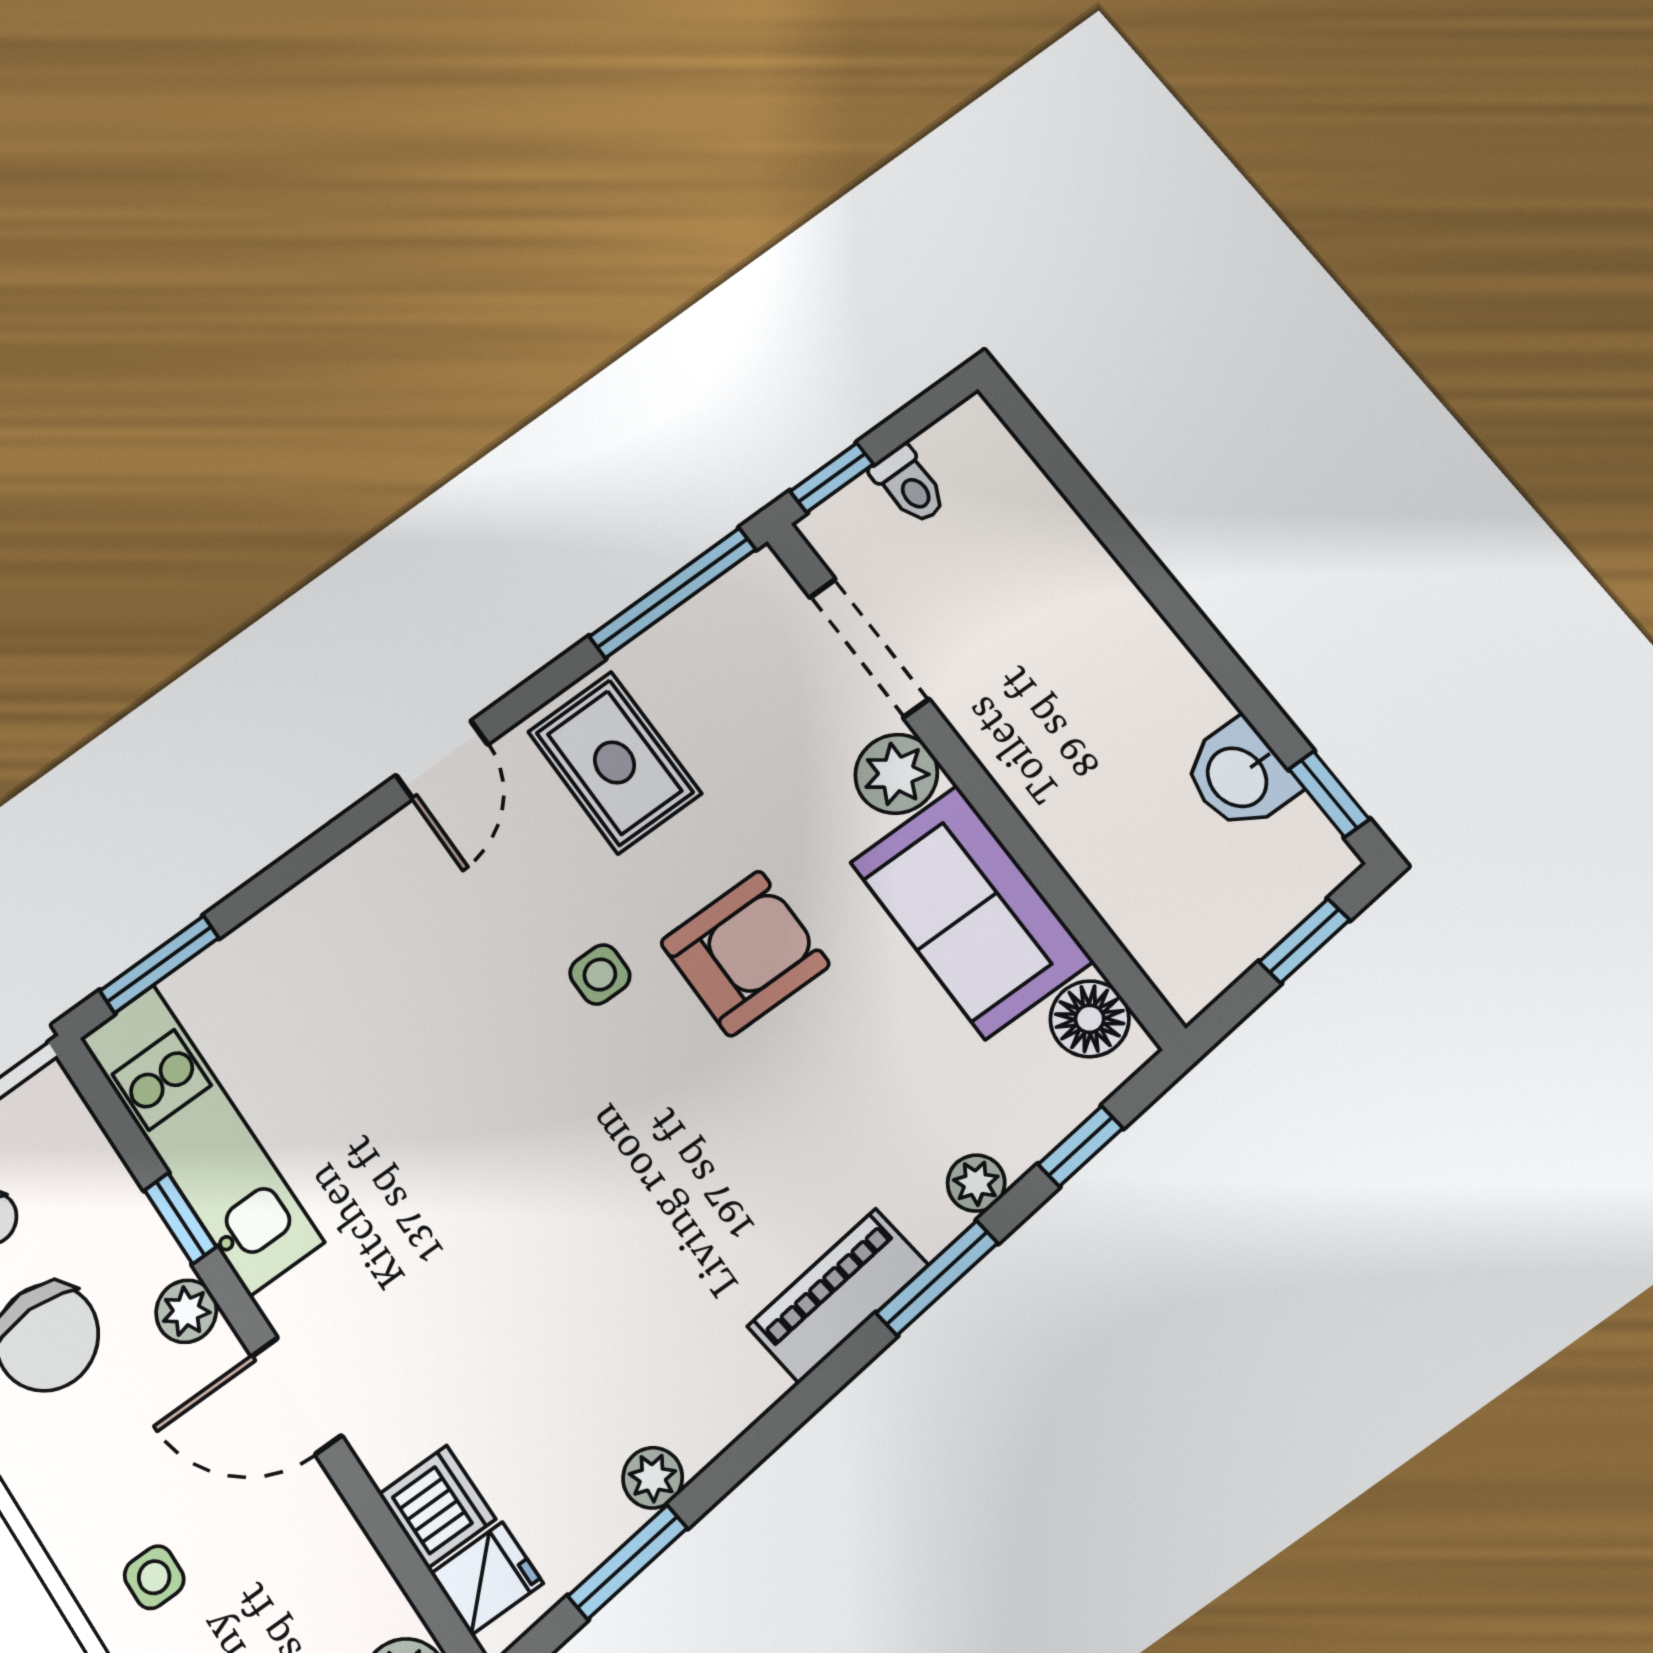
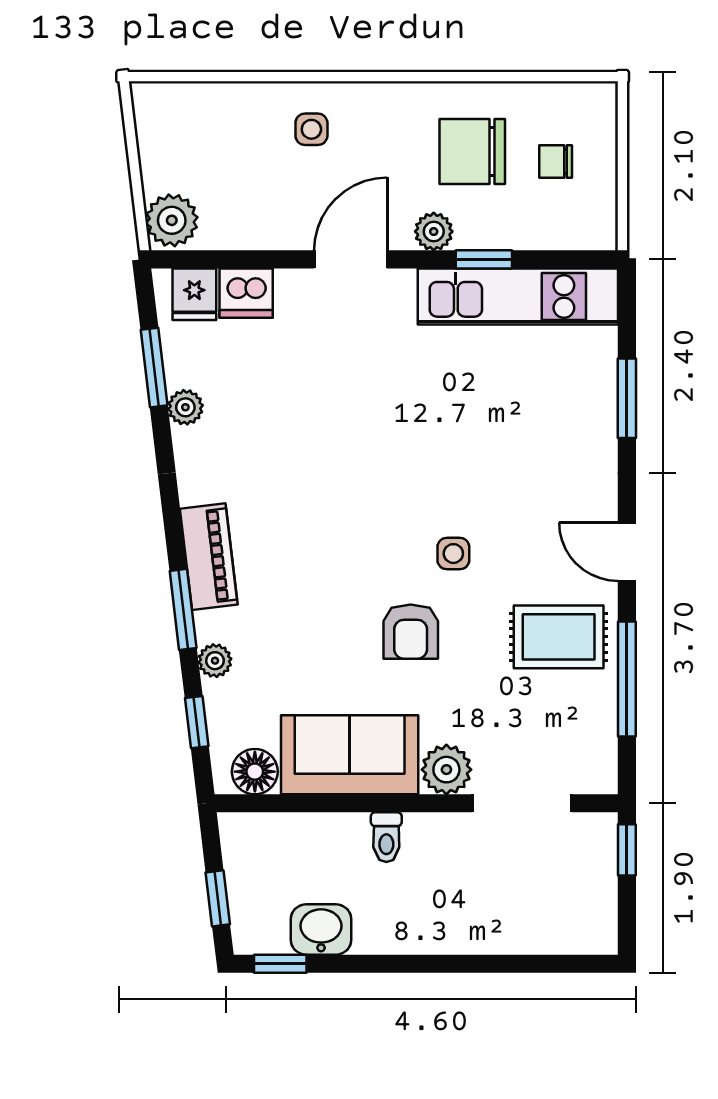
toilet: (909, 485) -> (386, 837), moved, turned -90
window: (672, 593) -> (627, 679), moved
armchair: (745, 953) -> (411, 632), width x0.72, depth x0.72
window: (159, 964) -> (627, 398), moved

